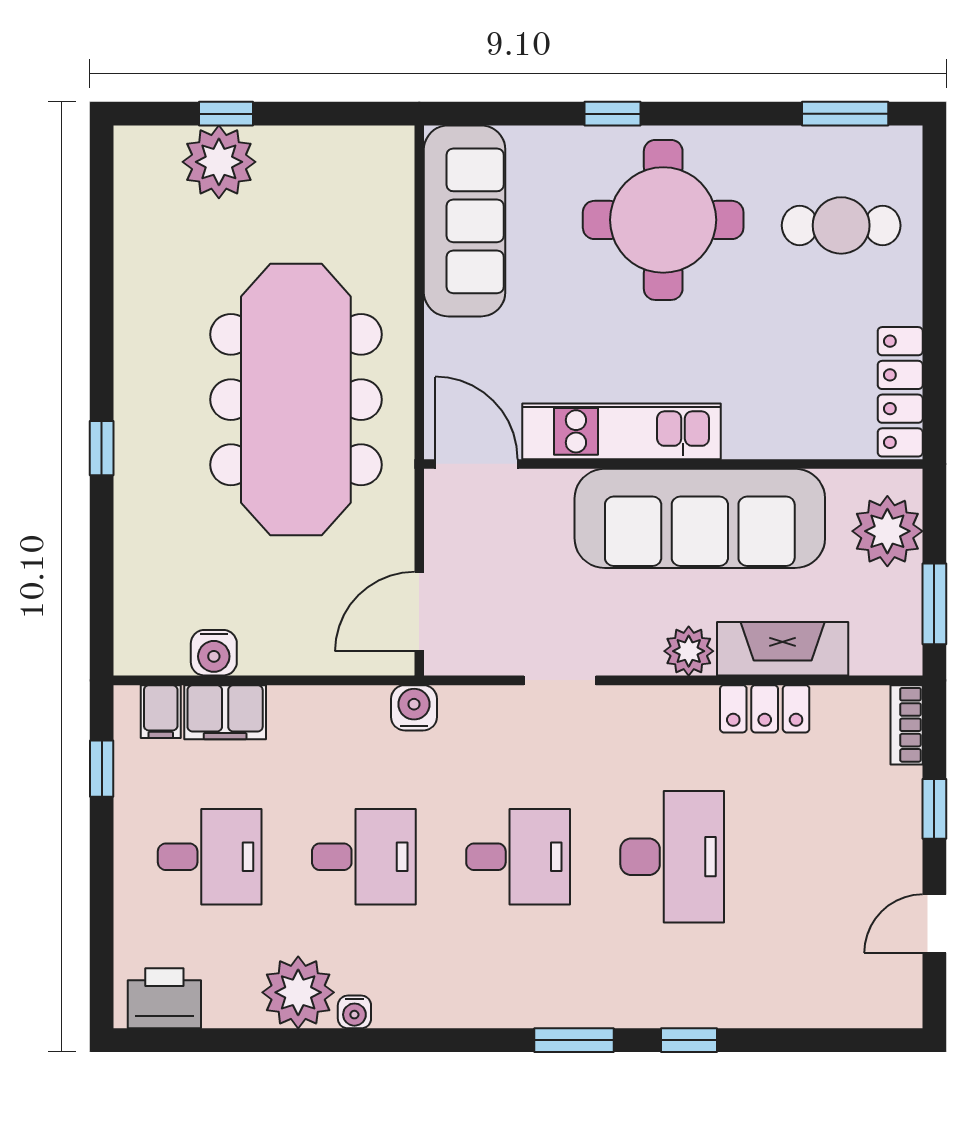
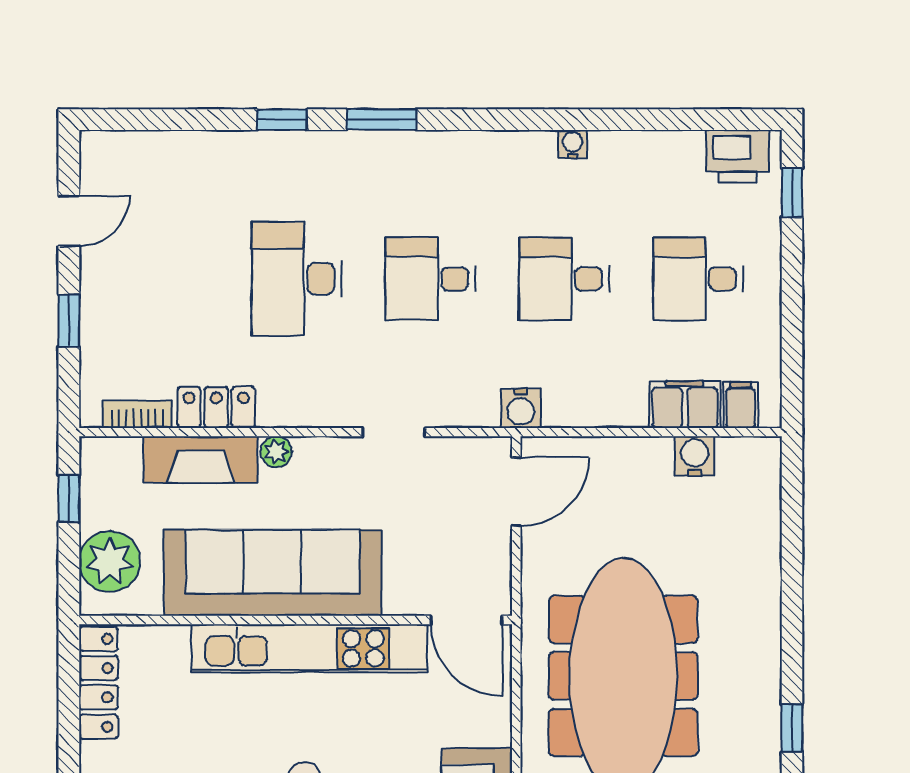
kitchen unit: (622, 431) -> (309, 648), width x1.36
window: (102, 448) -> (792, 728), moved
window: (934, 604) -> (69, 498), width x0.67
plant: (689, 651) -> (276, 452), width x0.73, depth x0.73
bookcase: (907, 725) -> (137, 414), moved, turned -90
window: (102, 769) -> (792, 193), moved
plant: (298, 992) -> (621, 161), removed

